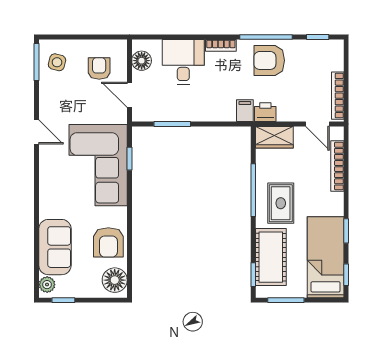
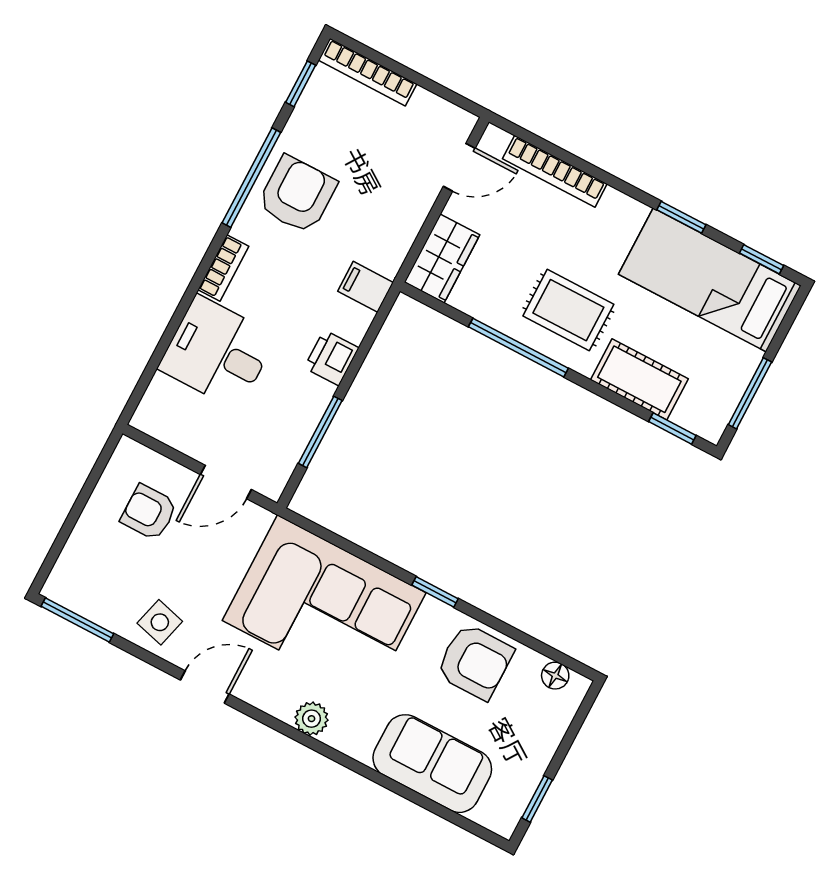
armchair: (269, 60) -> (297, 195), turned 180
floor lamp: (142, 61) -> (175, 427), removed
side table: (57, 62) -> (160, 622), moved
bookcase: (338, 96) -> (368, 72), moved
printer: (265, 112) -> (332, 358), moved
window: (129, 159) -> (435, 592), moved
cot: (271, 257) -> (639, 379), width x0.73, depth x0.75
floor lamp: (115, 280) -> (555, 676), width x0.53, depth x0.53
plant: (47, 285) -> (311, 719), moved

